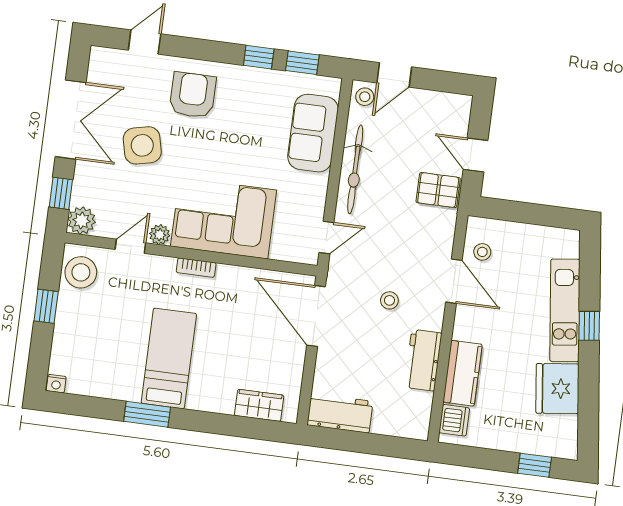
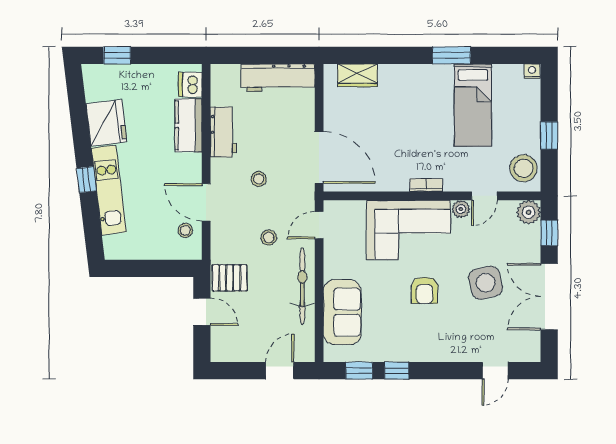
armchair: (193, 95) -> (425, 290), moved, width x0.72, depth x0.72
stool: (365, 97) -> (269, 238), moved
bed: (169, 358) -> (473, 105), moved
workbench: (340, 413) -> (278, 78), width x1.38

